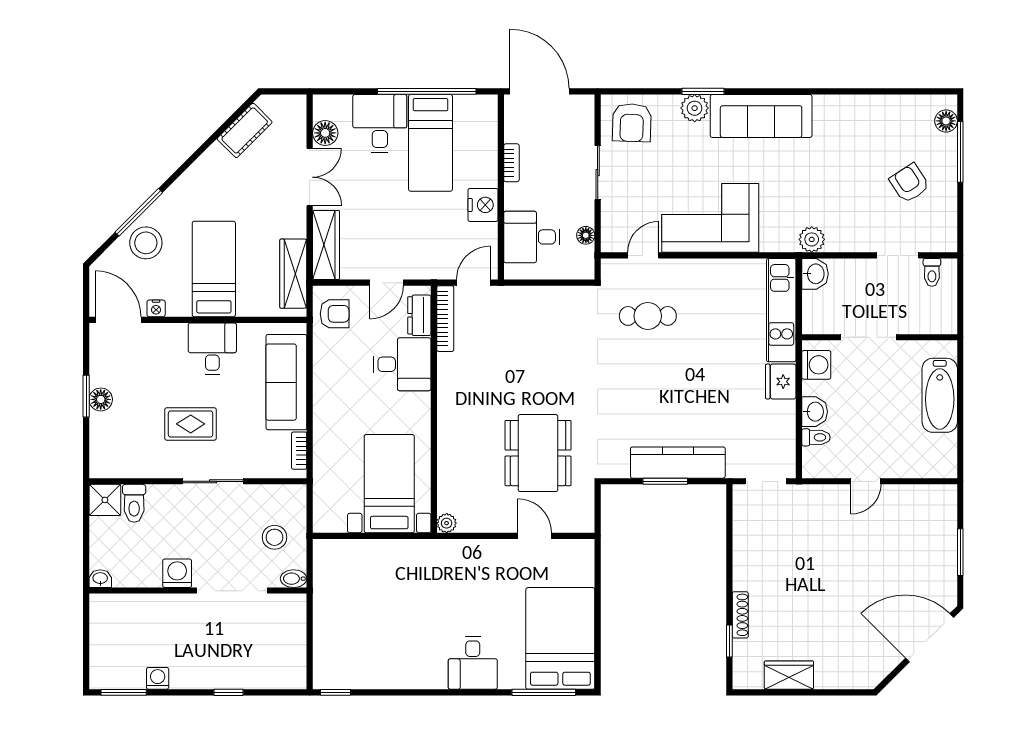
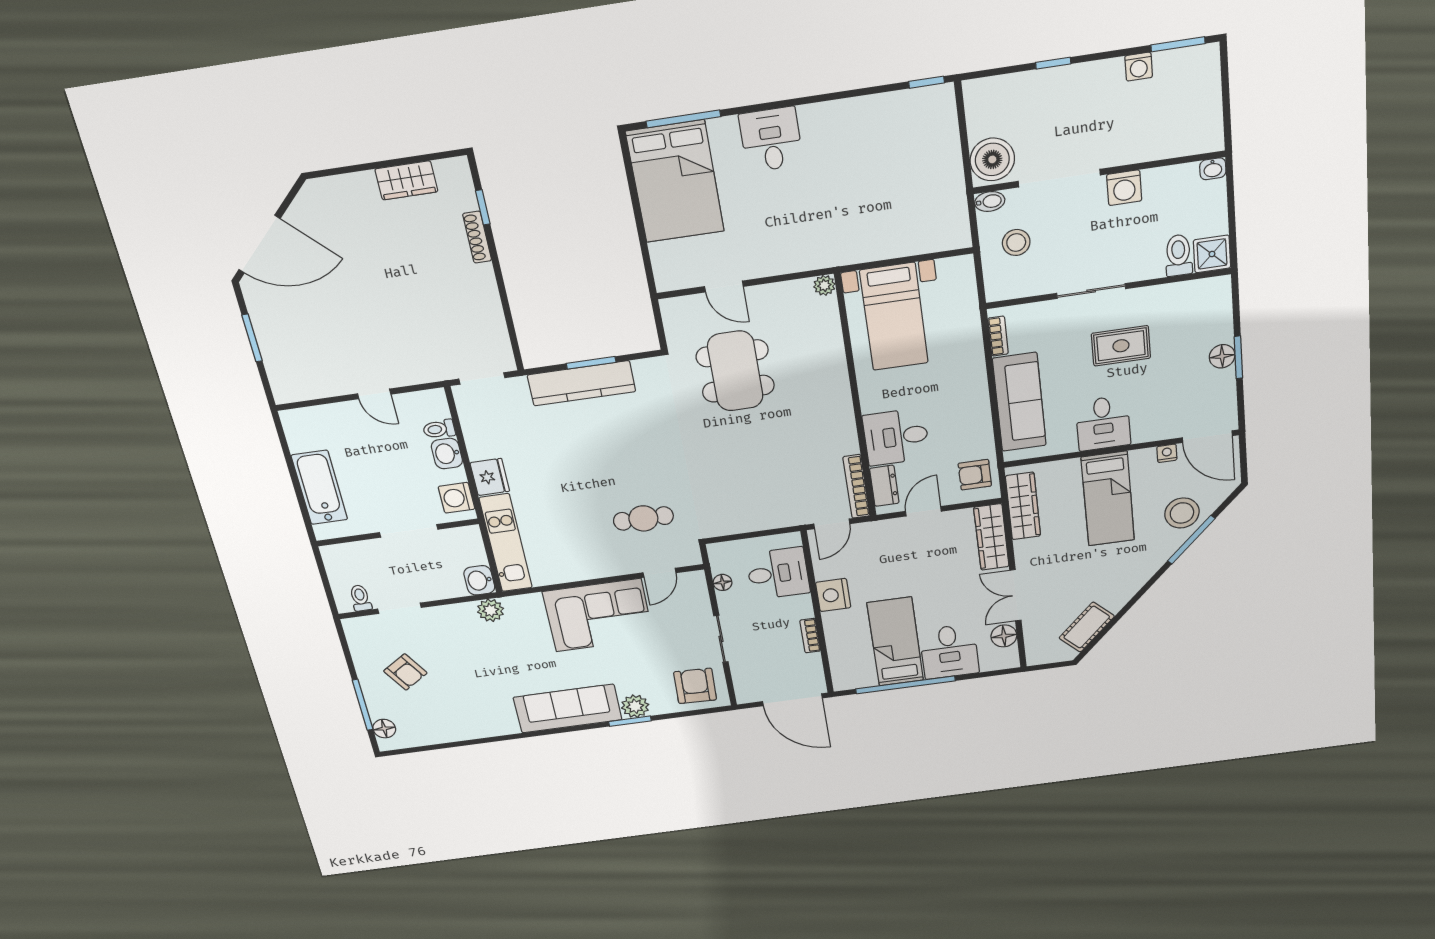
door: (866, 481) -> (374, 394), swing flipped
boiler: (288, 616) -> (992, 159), added

